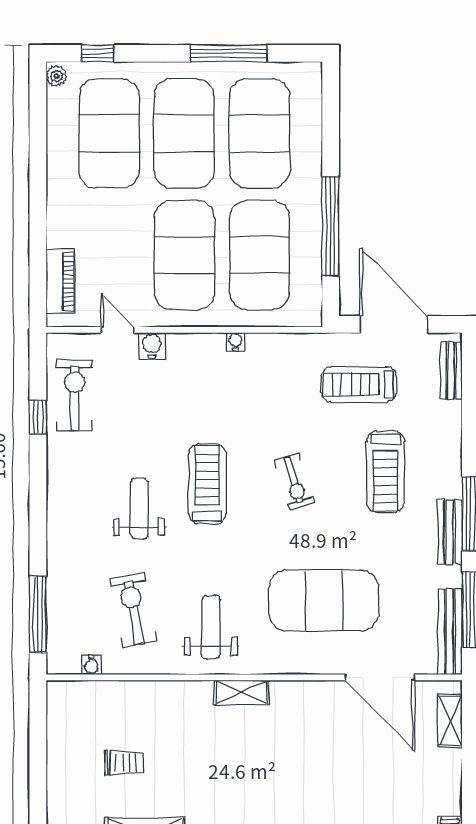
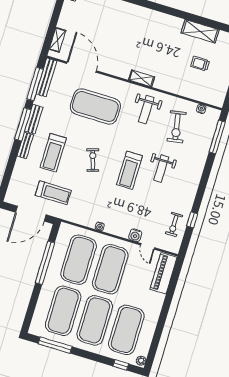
window: (229, 53) -> (55, 345), moved
piano: (60, 281) -> (164, 273), width x1.37, depth x1.33
door: (394, 324) -> (31, 214), hinge flipped
bench: (451, 370) -> (25, 145), moved
exercise bike: (75, 395) -> (174, 224), width x0.73, depth x0.72
treadmill: (385, 472) -> (53, 153), turned 180

